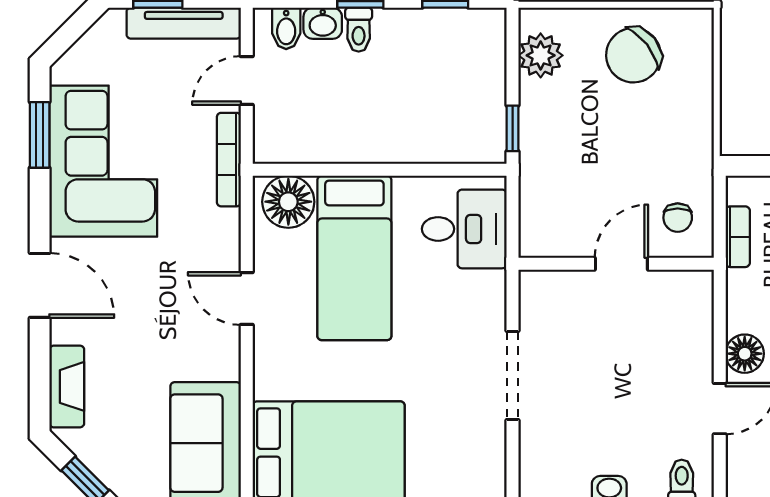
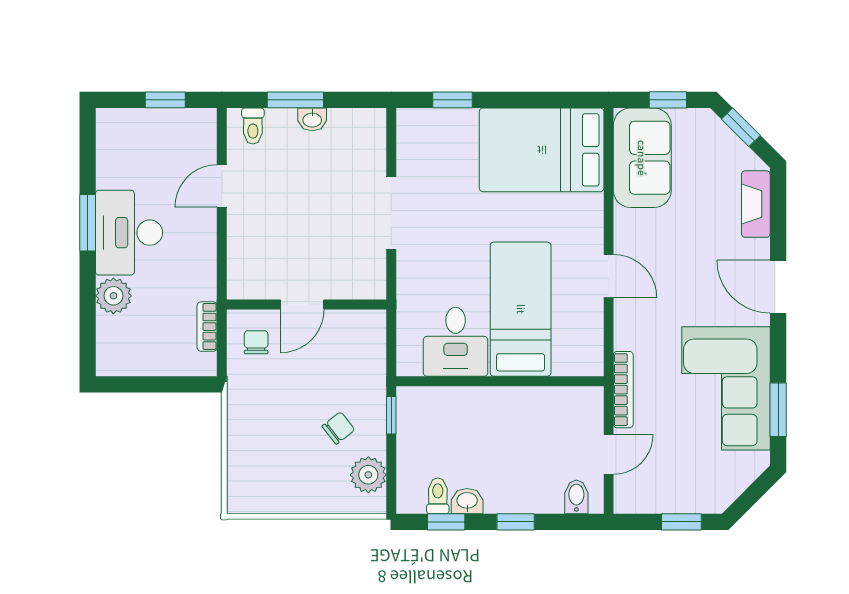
tv unit: (184, 23) -> (660, 501), removed
washbasin: (323, 23) -> (467, 501), moved
toilet: (359, 30) -> (438, 496), moved
chair: (633, 55) -> (338, 428), moved, width x0.54, depth x0.54
floor lamp: (288, 202) -> (575, 355), removed
desk: (464, 229) -> (456, 342), moved, turned -90
floor lamp: (745, 354) -> (201, 231), removed

